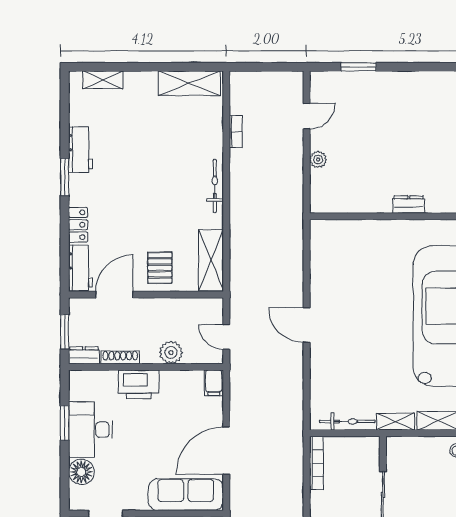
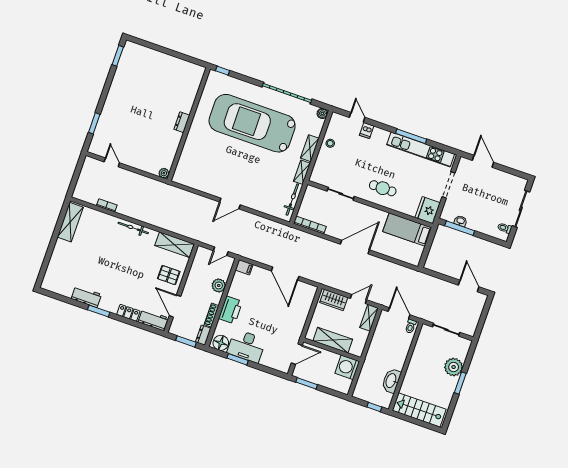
shelving: (103, 80) -> (51, 270), removed
plant: (318, 160) -> (164, 173), moved
floor lamp: (81, 472) -> (221, 343), moved
sofa: (186, 495) -> (302, 305), removed

